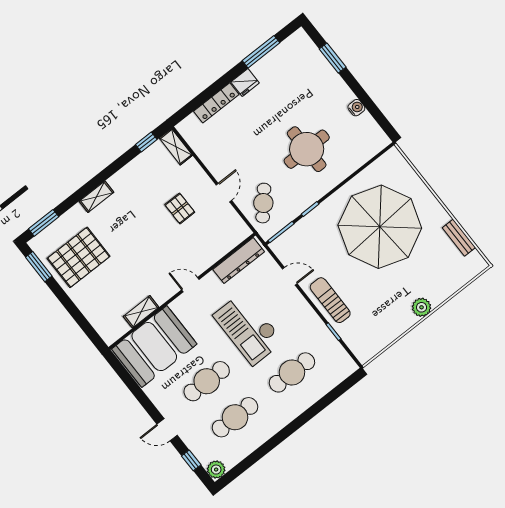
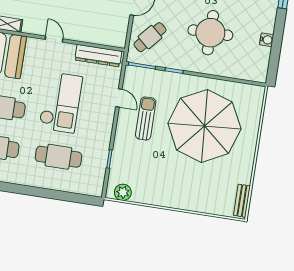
bench: (459, 238) -> (242, 201), moved
sun lounger: (330, 300) -> (146, 118), moved
plant: (422, 307) -> (123, 192), moved
checkout: (248, 328) -> (61, 102), turned 180

